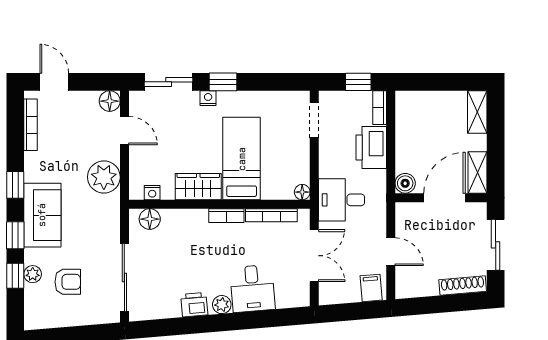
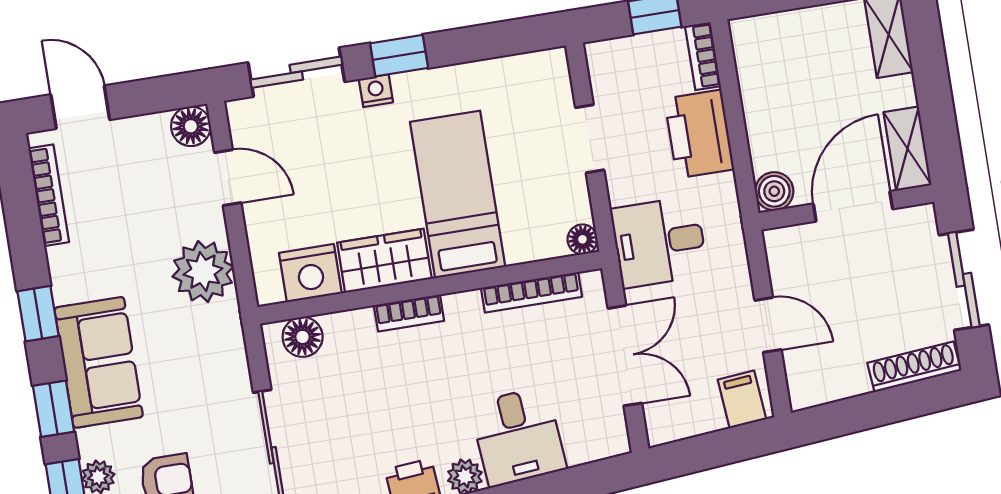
doorway: (314, 120) -> (590, 139), moved
nightstand: (152, 193) -> (310, 273), width x1.89, depth x1.79
bookcase: (226, 216) -> (409, 313), moved

